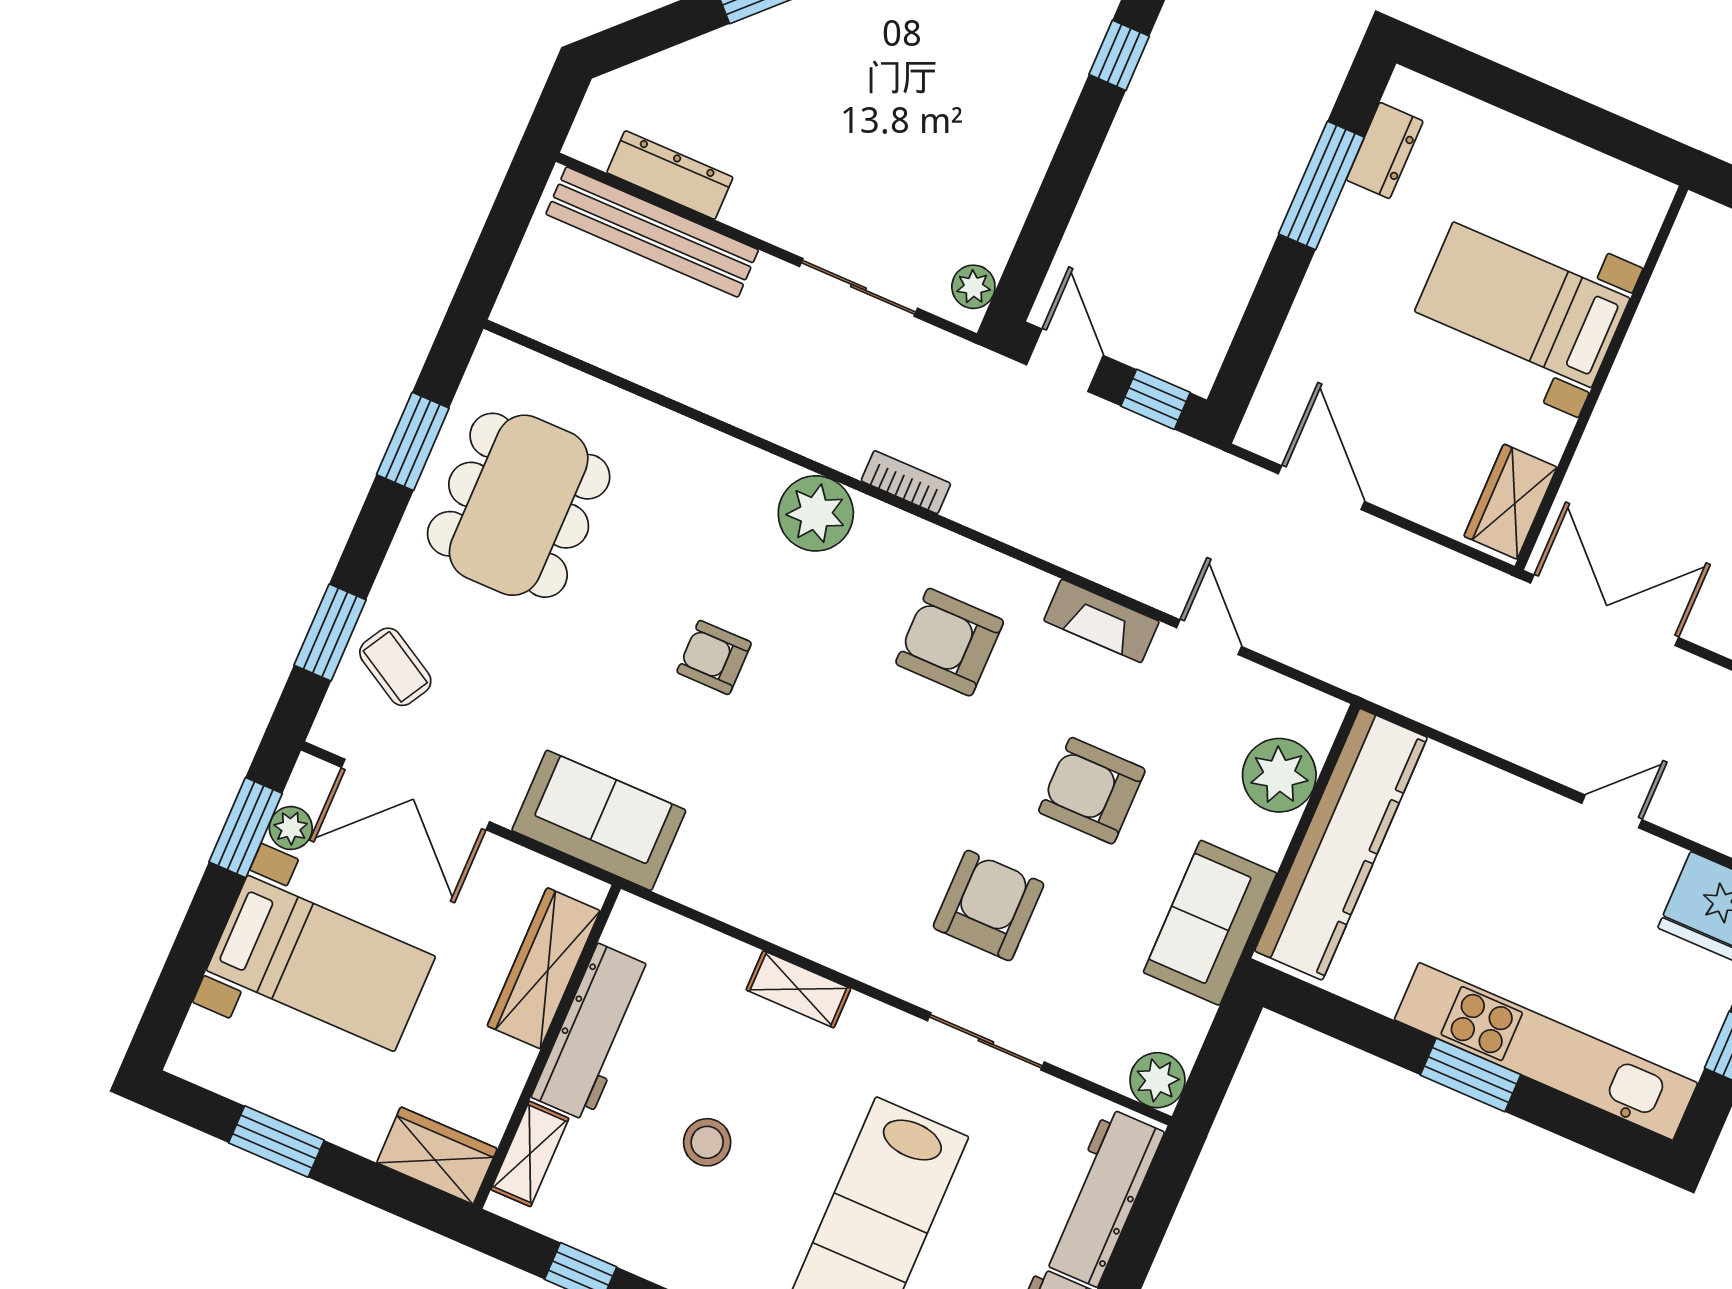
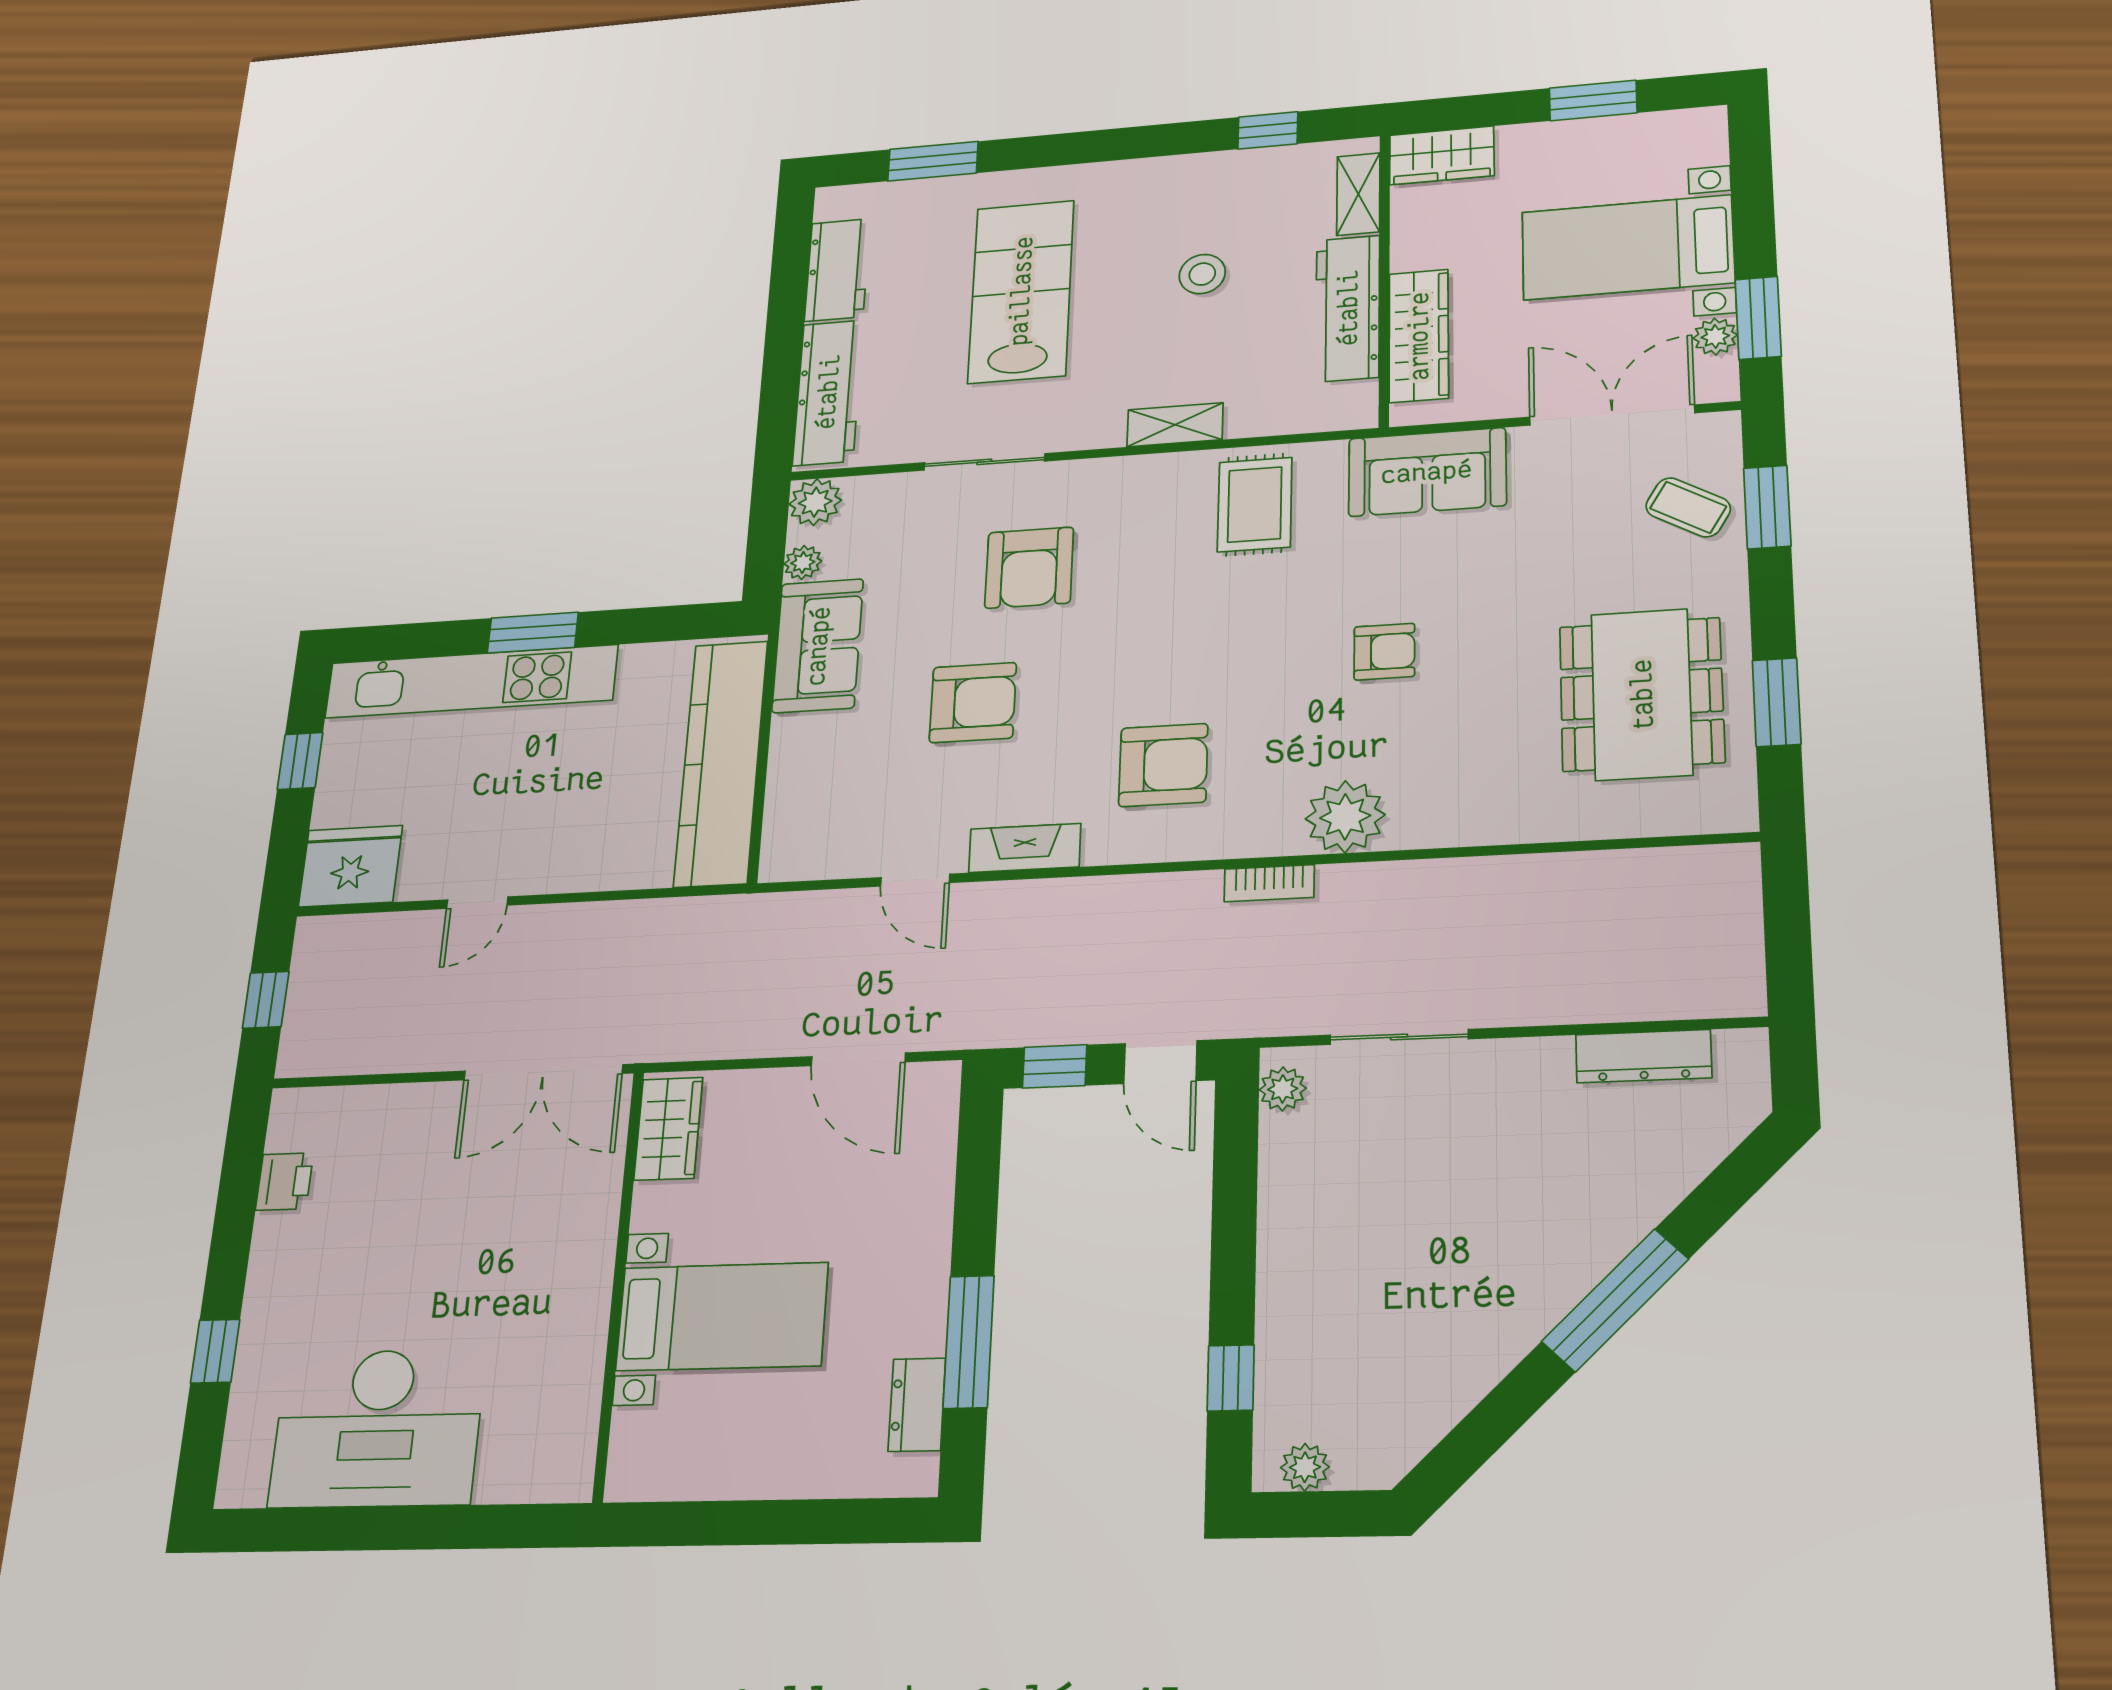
bench: (652, 232) -> (1635, 995), removed
plant: (1279, 775) -> (803, 563), moved, width x0.53, depth x0.53
rug: (763, 866) -> (1255, 505), added

